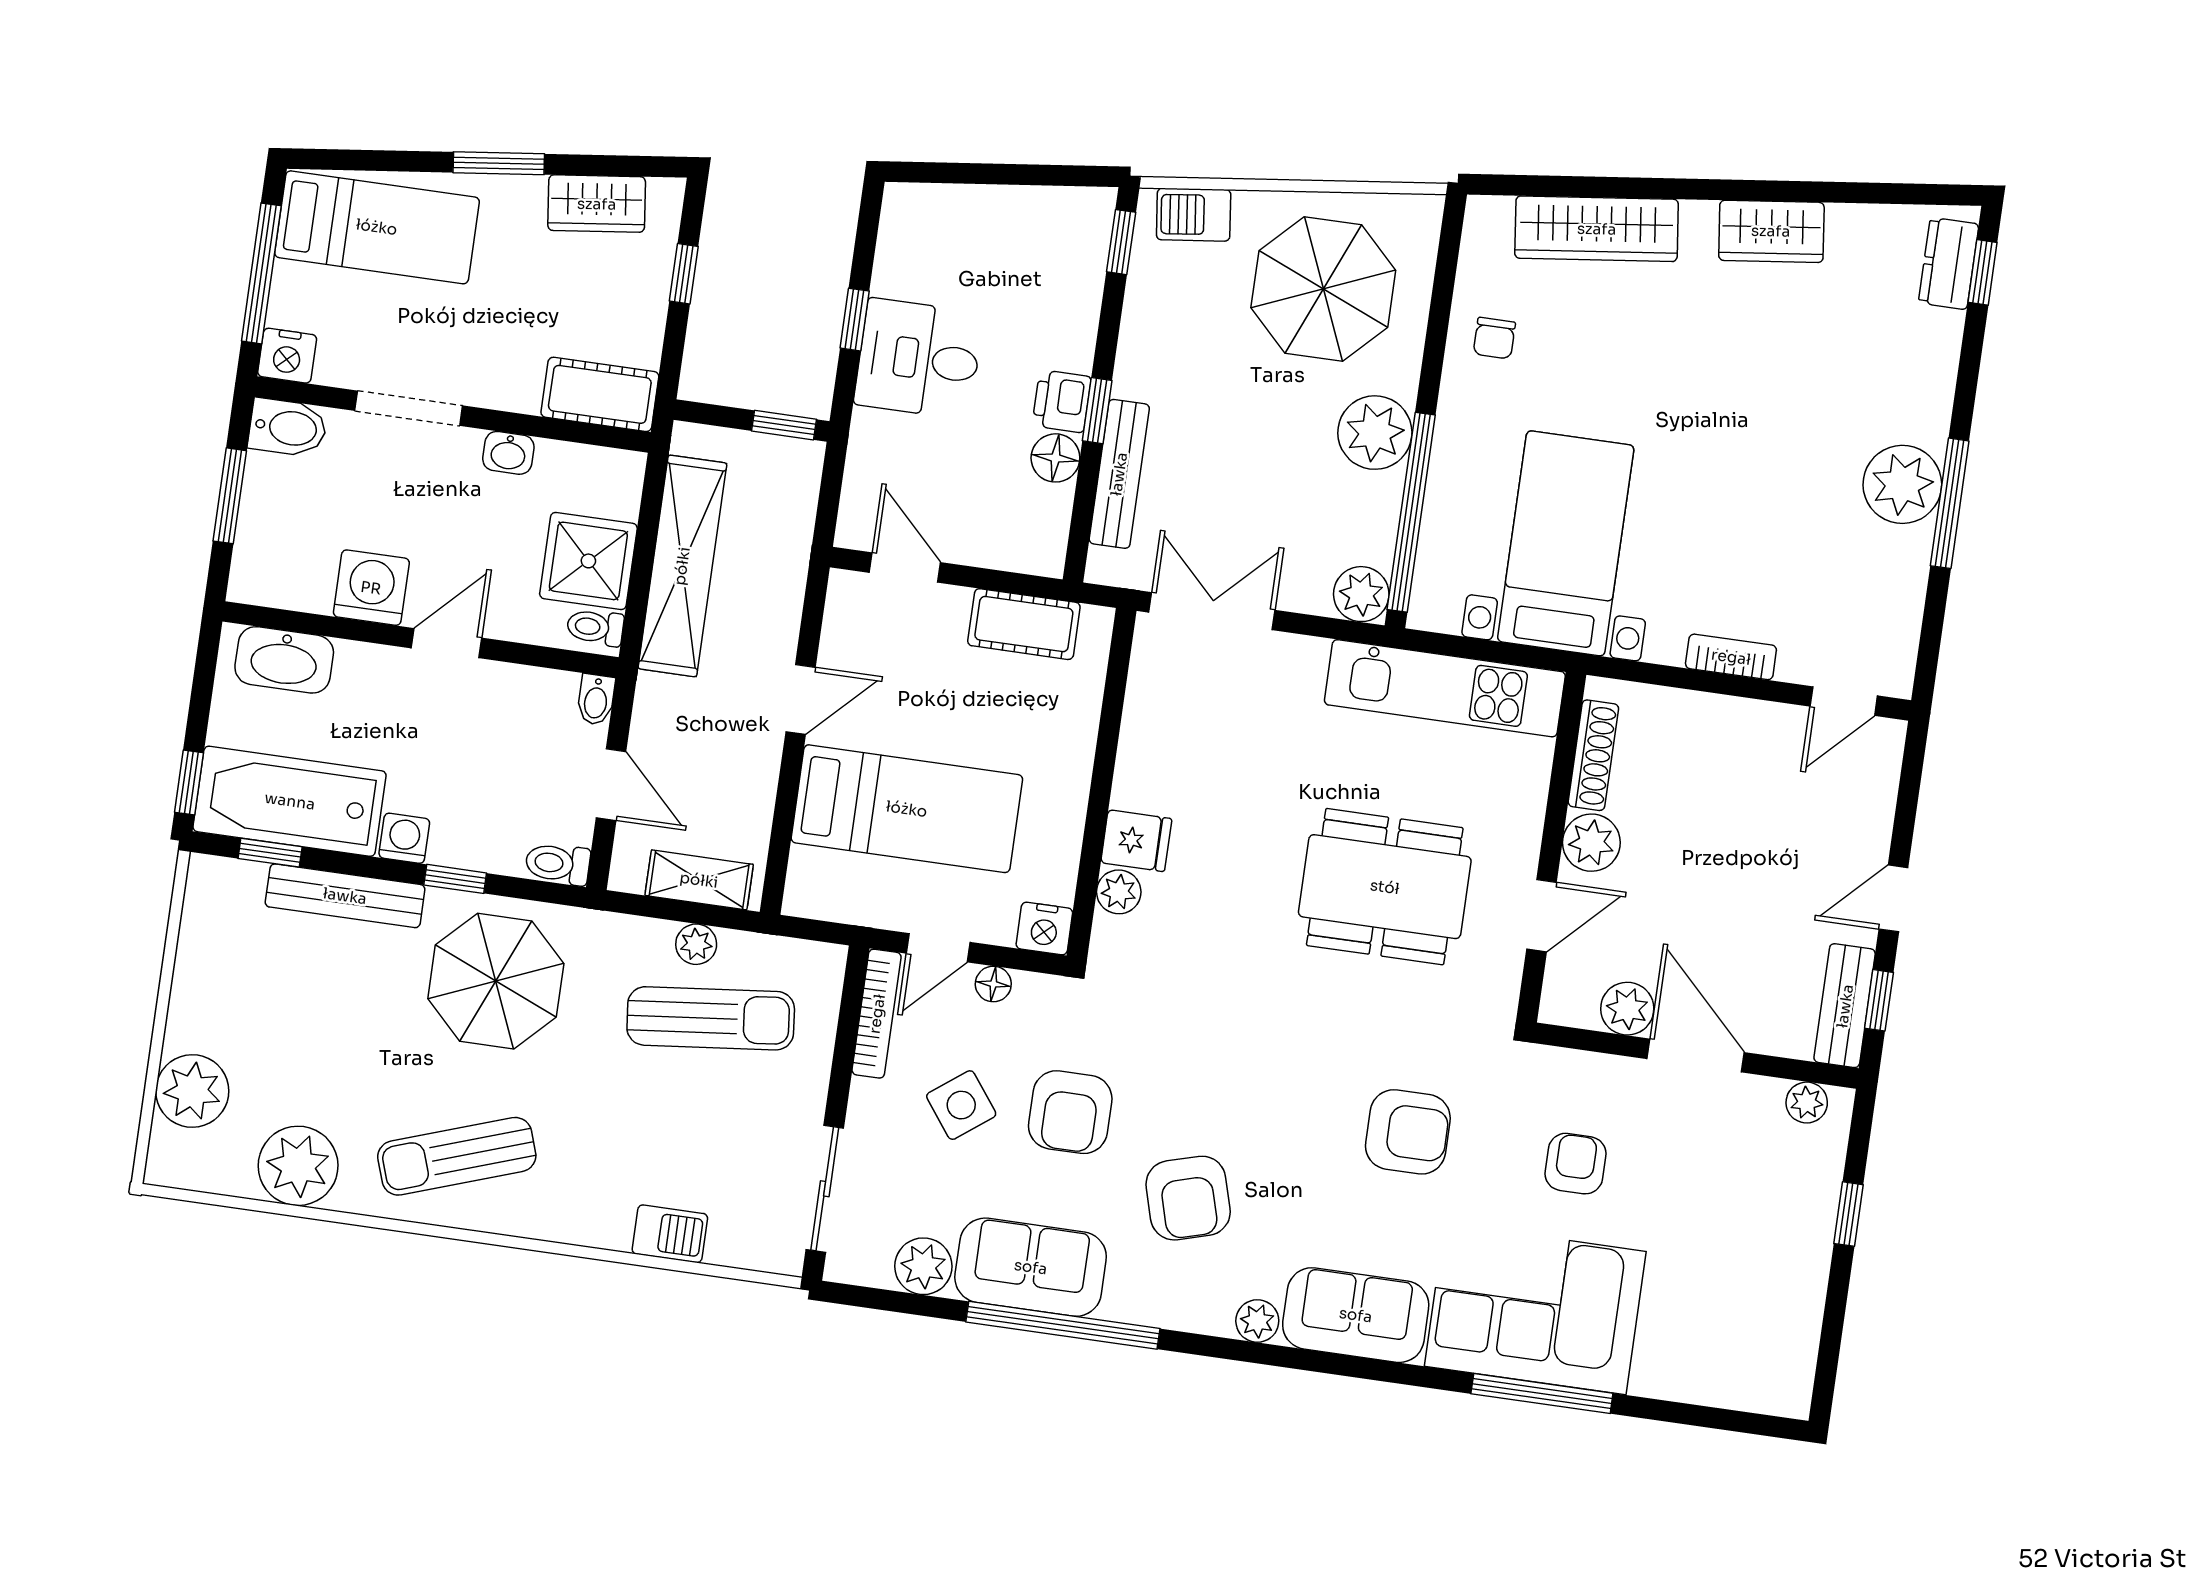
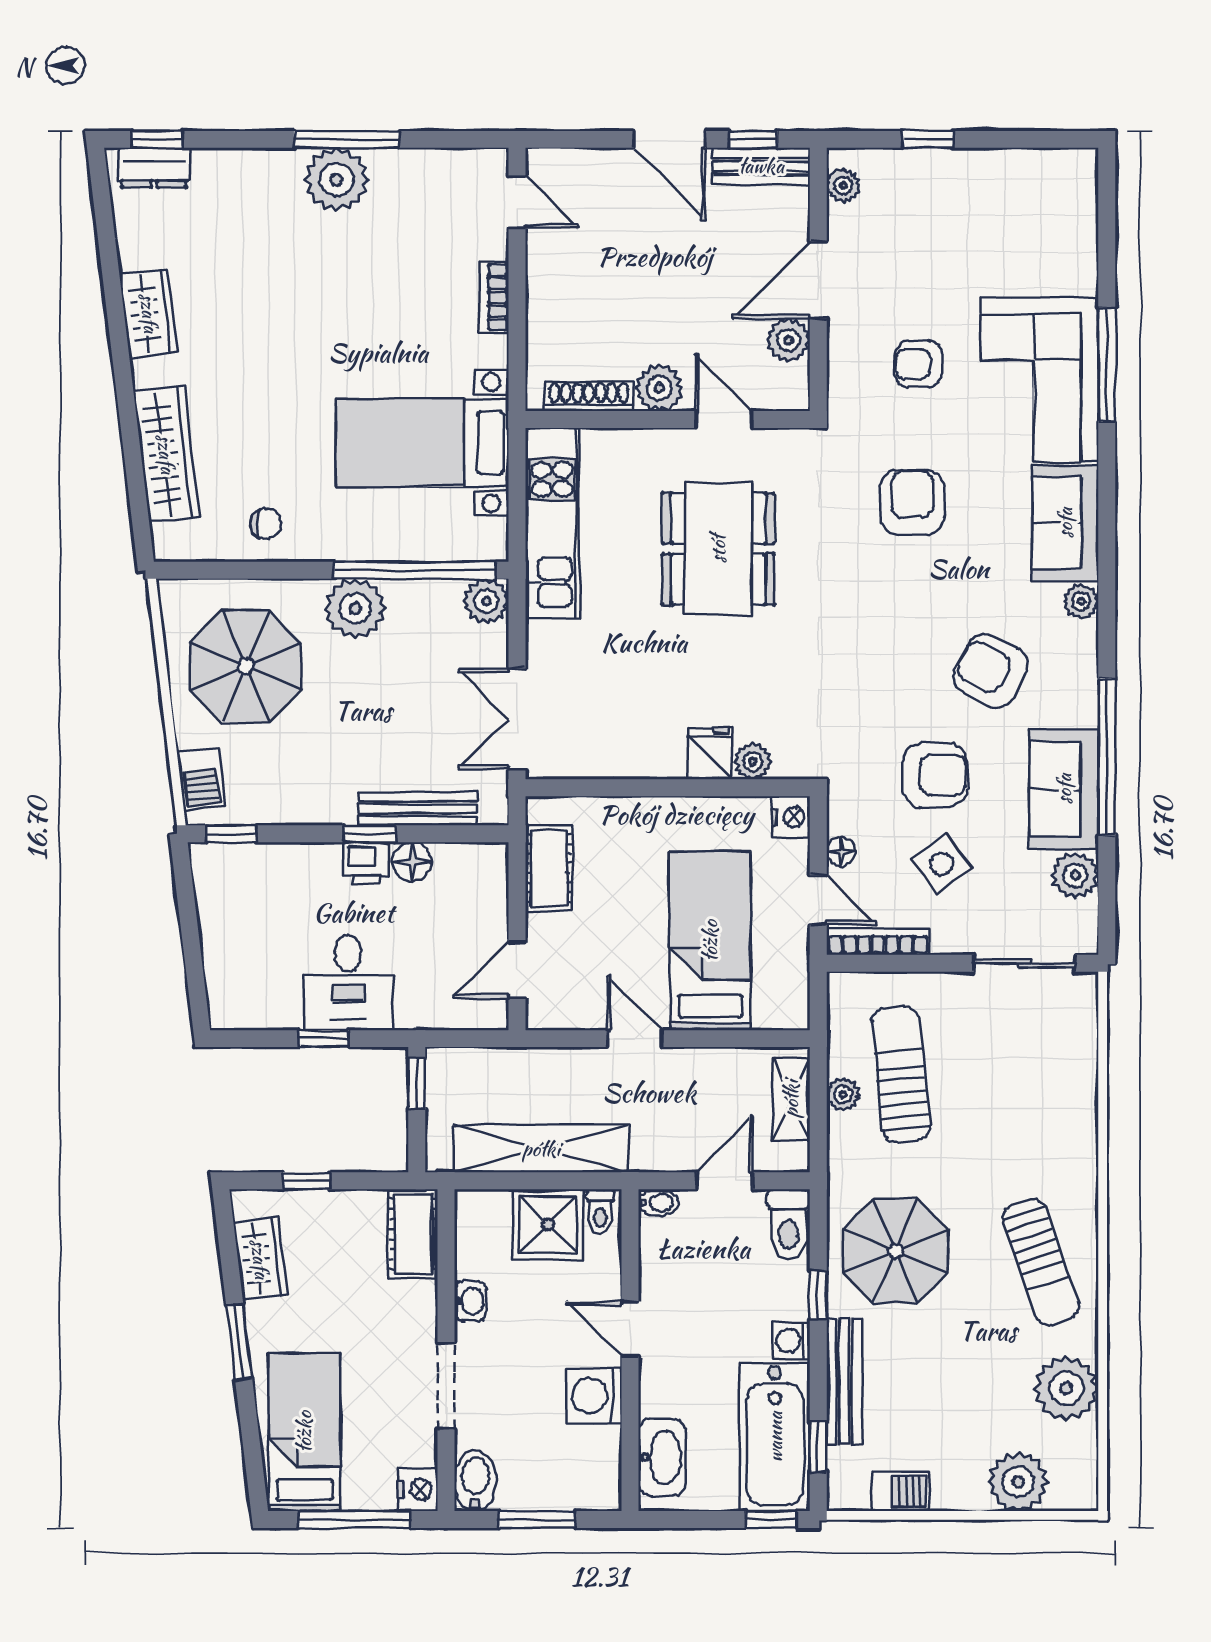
toilet: (558, 864) -> (788, 1224), width x1.37, depth x1.39
door: (1893, 898) -> (670, 139), width x1.38
armchair: (1188, 1198) -> (990, 671), turned -137
barbecue: (670, 1234) -> (901, 1491), moved, turned 90

